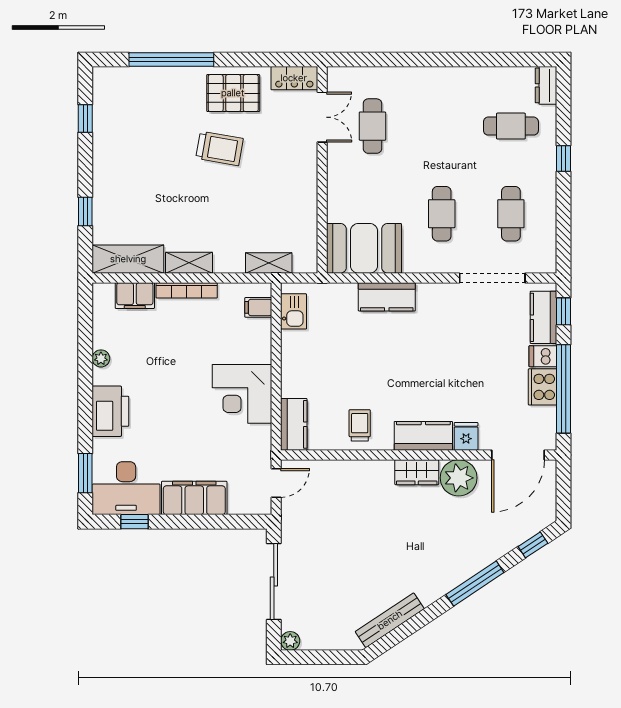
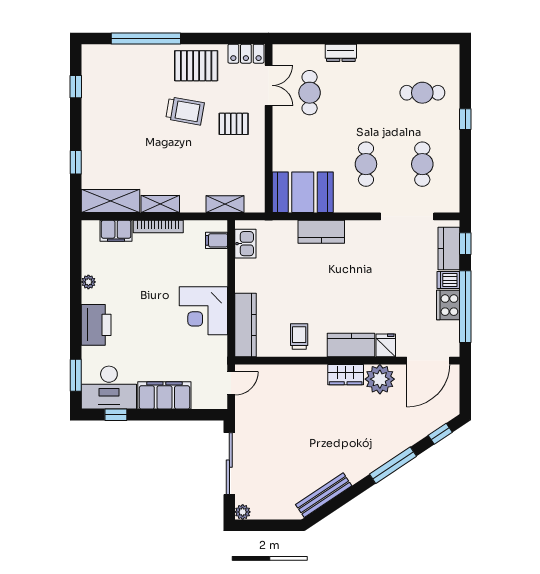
dresser: (546, 85) -> (341, 53), moved, turned -90
pallet: (279, 164) -> (234, 124), added
kitchen counter: (294, 424) -> (246, 325), width x1.50

